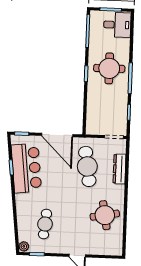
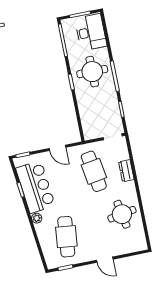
desk: (117, 25) -> (91, 32), width x1.37
door: (57, 135) -> (57, 148), width x0.53
dresser: (119, 169) -> (126, 171), width x0.70
cafe table: (45, 224) -> (66, 237), width x1.37, depth x1.35
plant: (24, 246) -> (37, 218), moved

